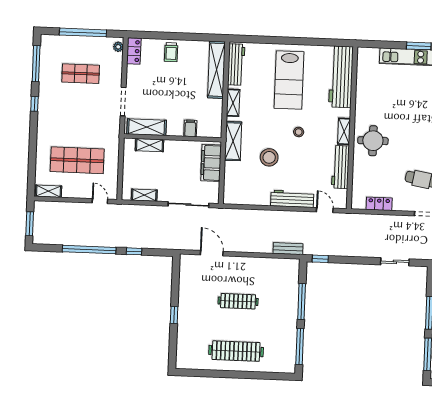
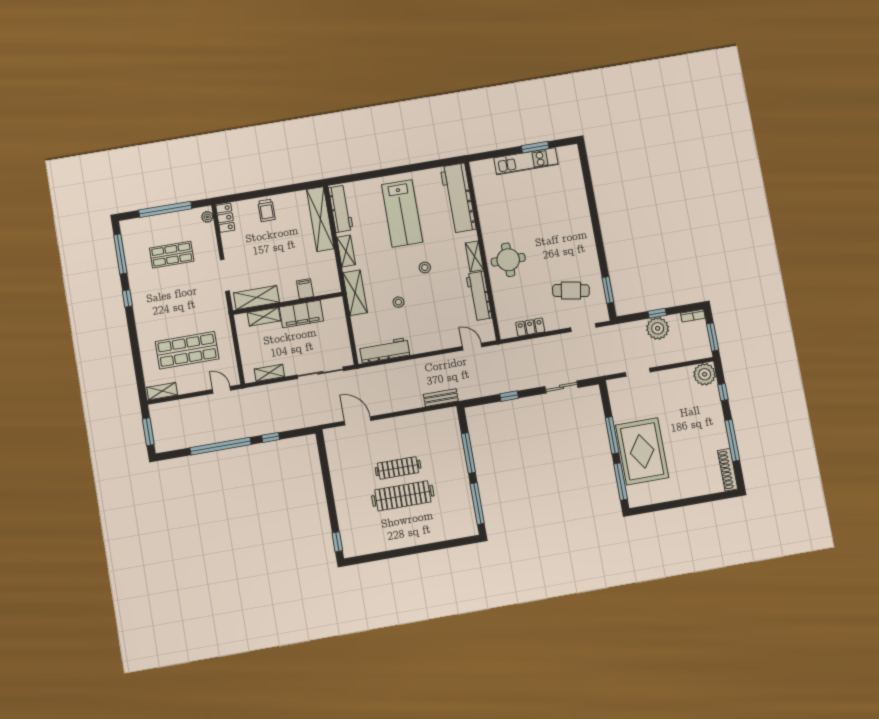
stool: (269, 157) -> (398, 302), width x0.53, depth x0.53
filing cabinet: (211, 163) -> (301, 314), moved, turned -90
workbench: (292, 199) -> (385, 350), moved
window: (320, 259) -> (509, 396), moved
window: (174, 315) -> (337, 542), moved
clothes rail: (236, 351) -> (403, 496), moved

